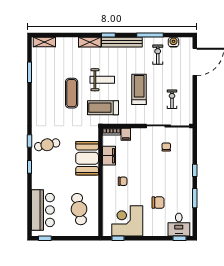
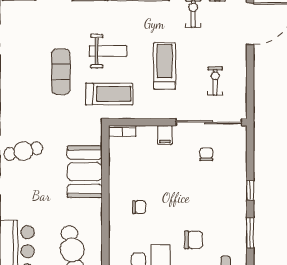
treadmill: (103, 108) -> (109, 94), turned 180
filing cabinet: (126, 134) -> (165, 135), moved
filing cabinet: (109, 156) -> (118, 168), removed

